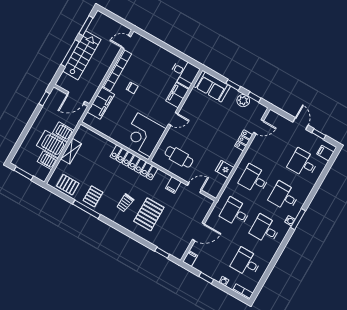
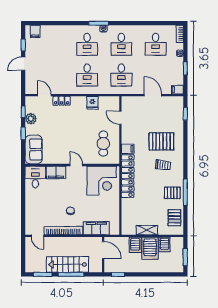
desk: (303, 163) -> (53, 44), removed
filing cabinet: (173, 185) -> (128, 149), moved

